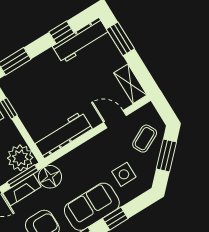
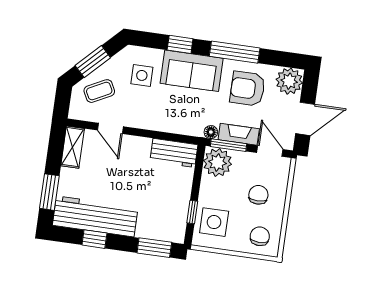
workbench: (81, 41) -> (95, 216), width x1.36, depth x1.32
workbench: (63, 135) -> (174, 153), width x0.73
floor lamp: (50, 177) -> (211, 132), width x0.53, depth x0.53

